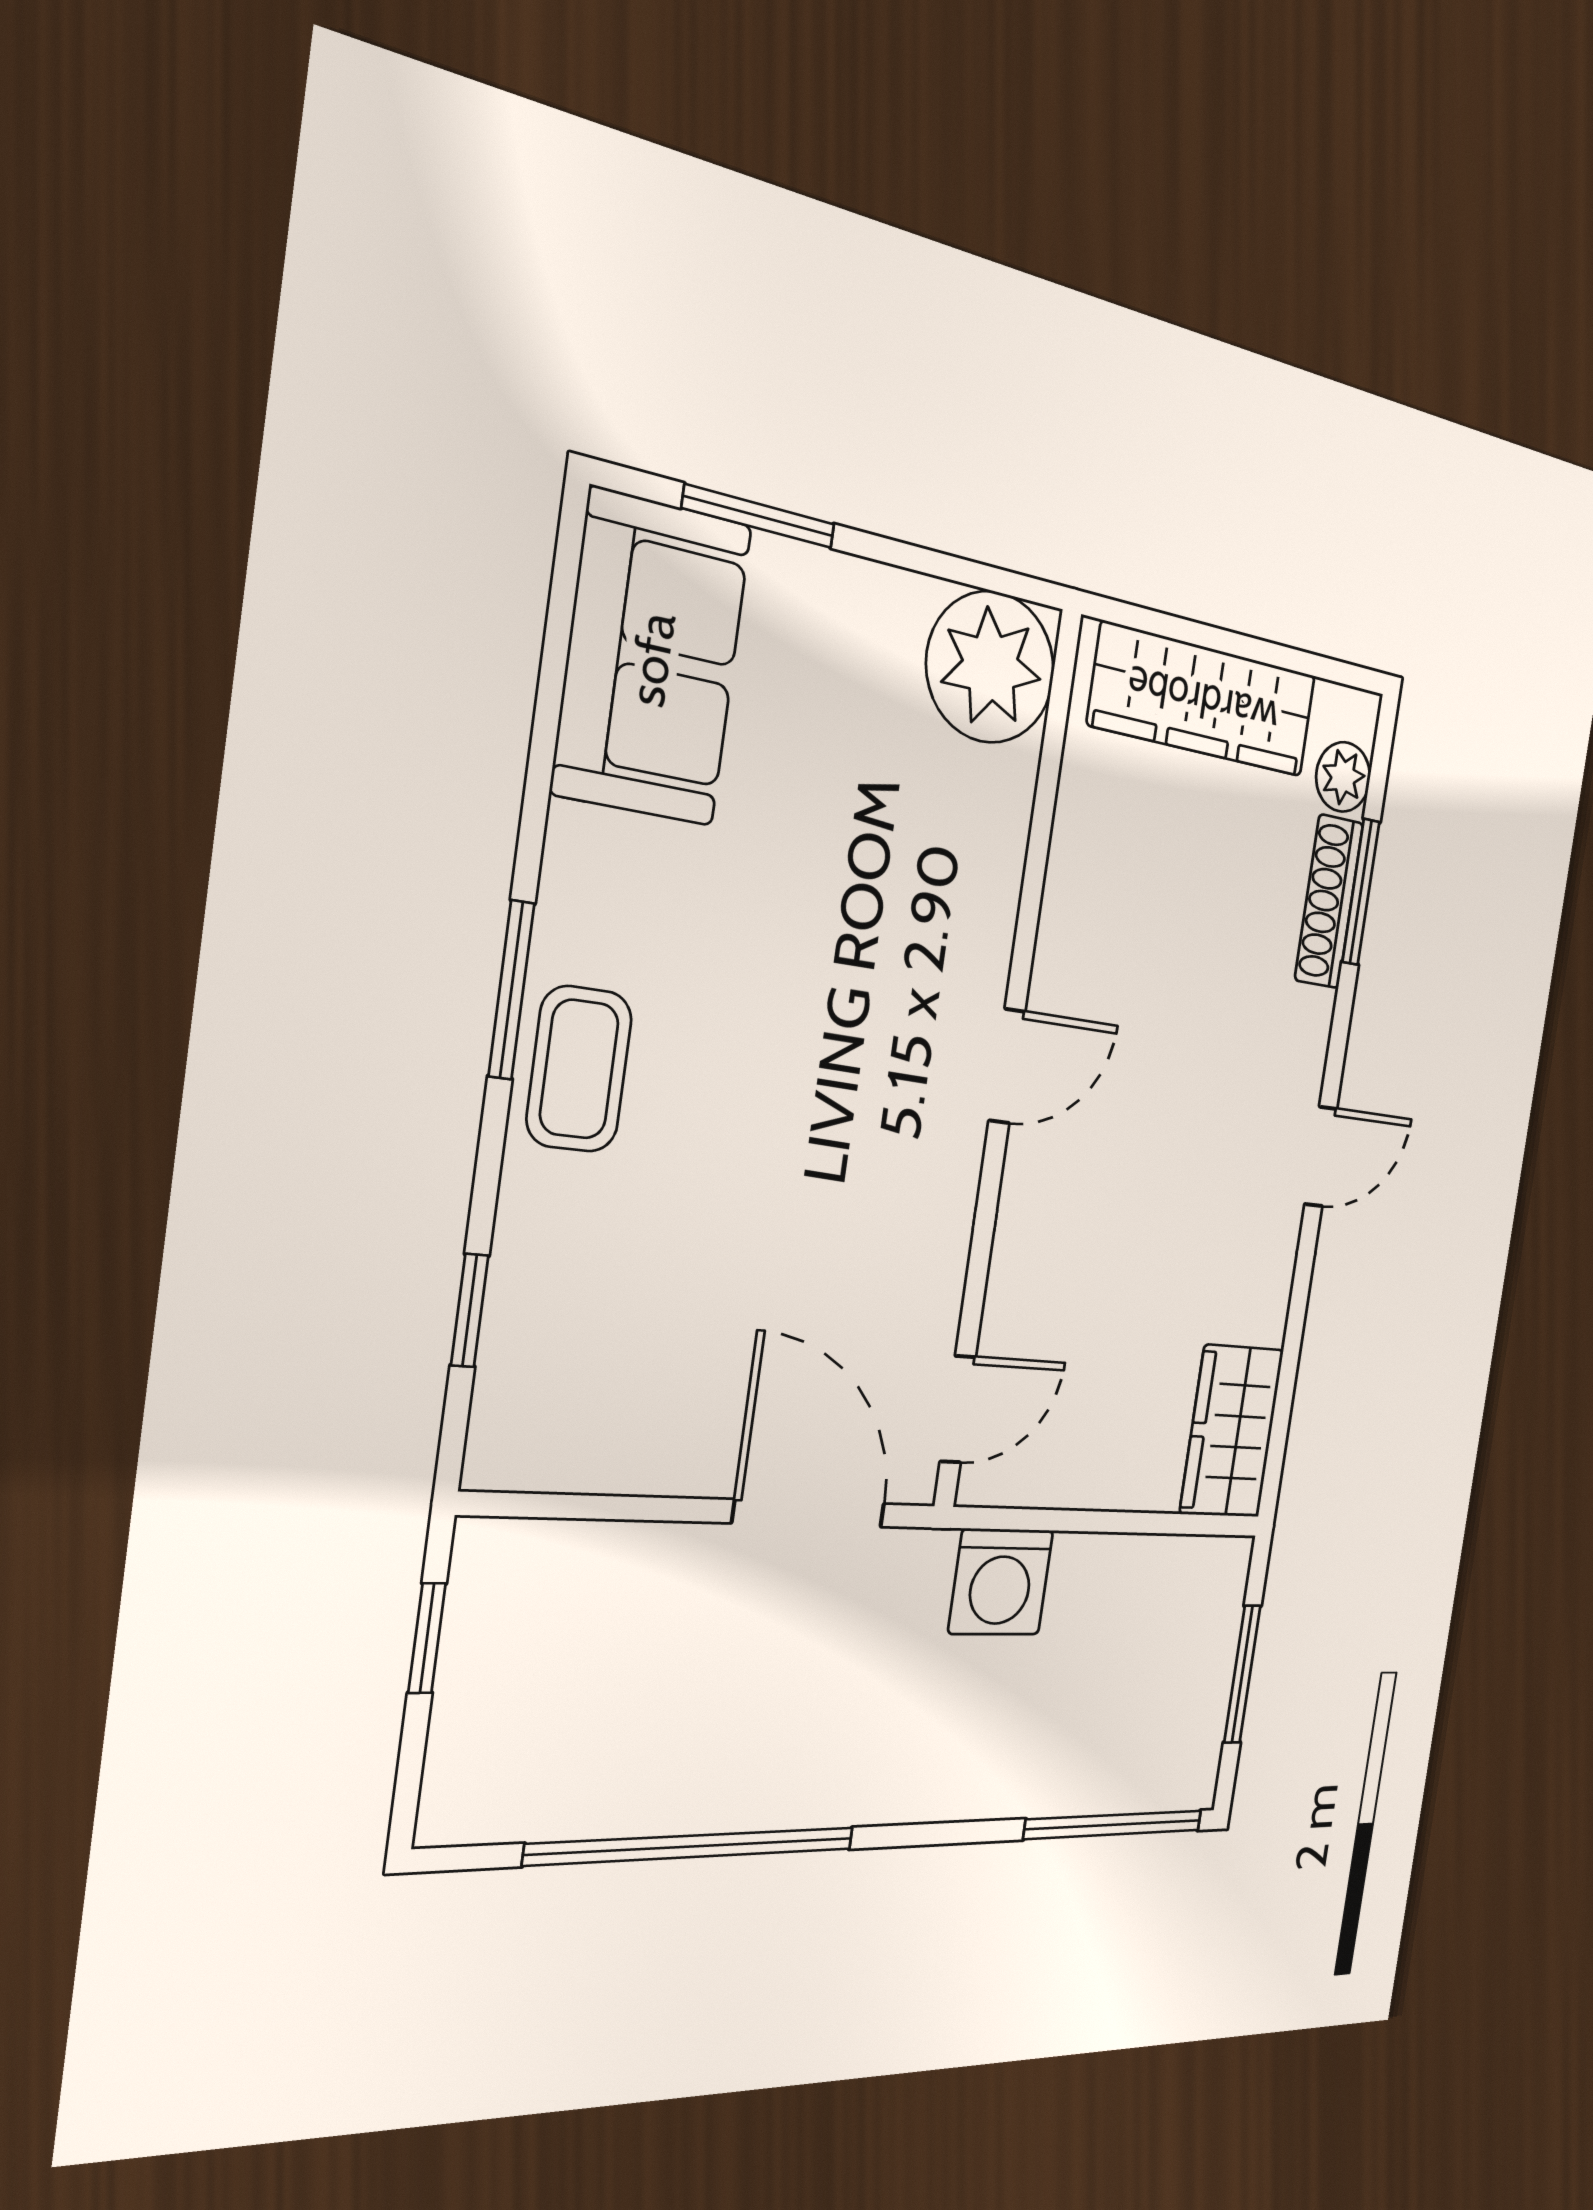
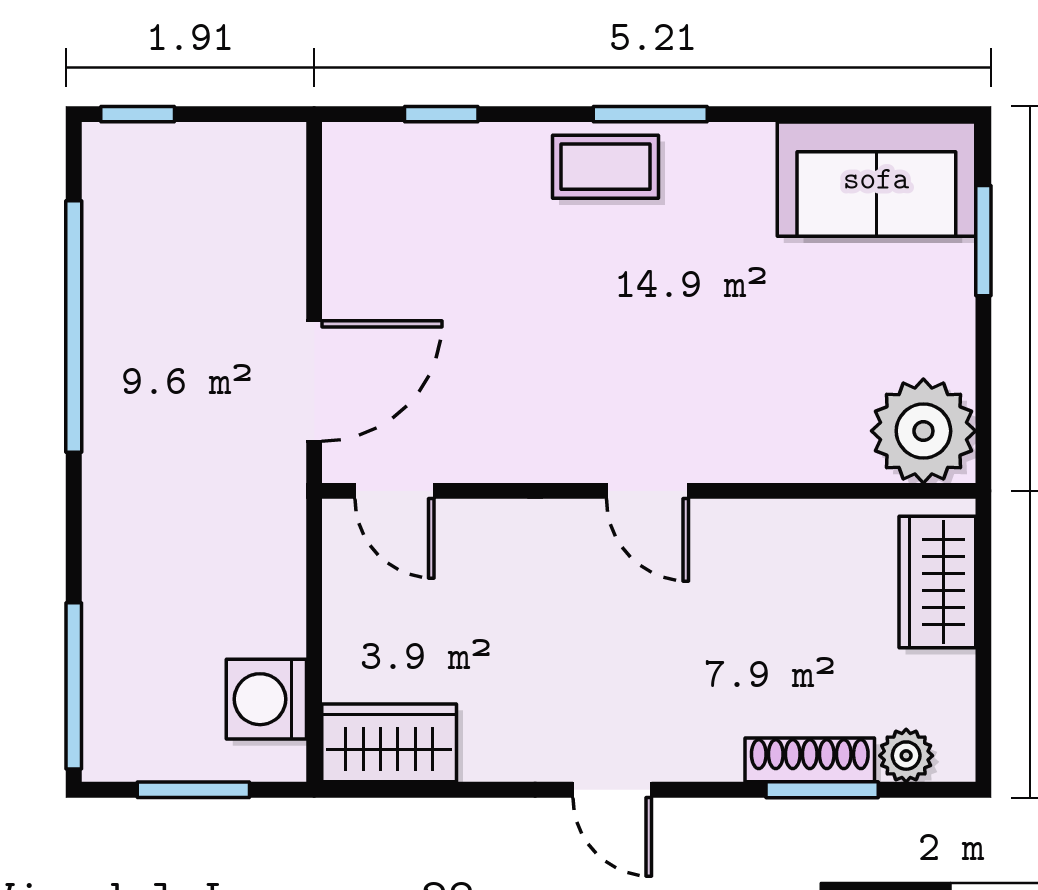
wardrobe: (1203, 700) -> (937, 582), width x0.67
washing machine: (1001, 1582) -> (266, 699), moved
window: (427, 1638) -> (138, 114), moved

